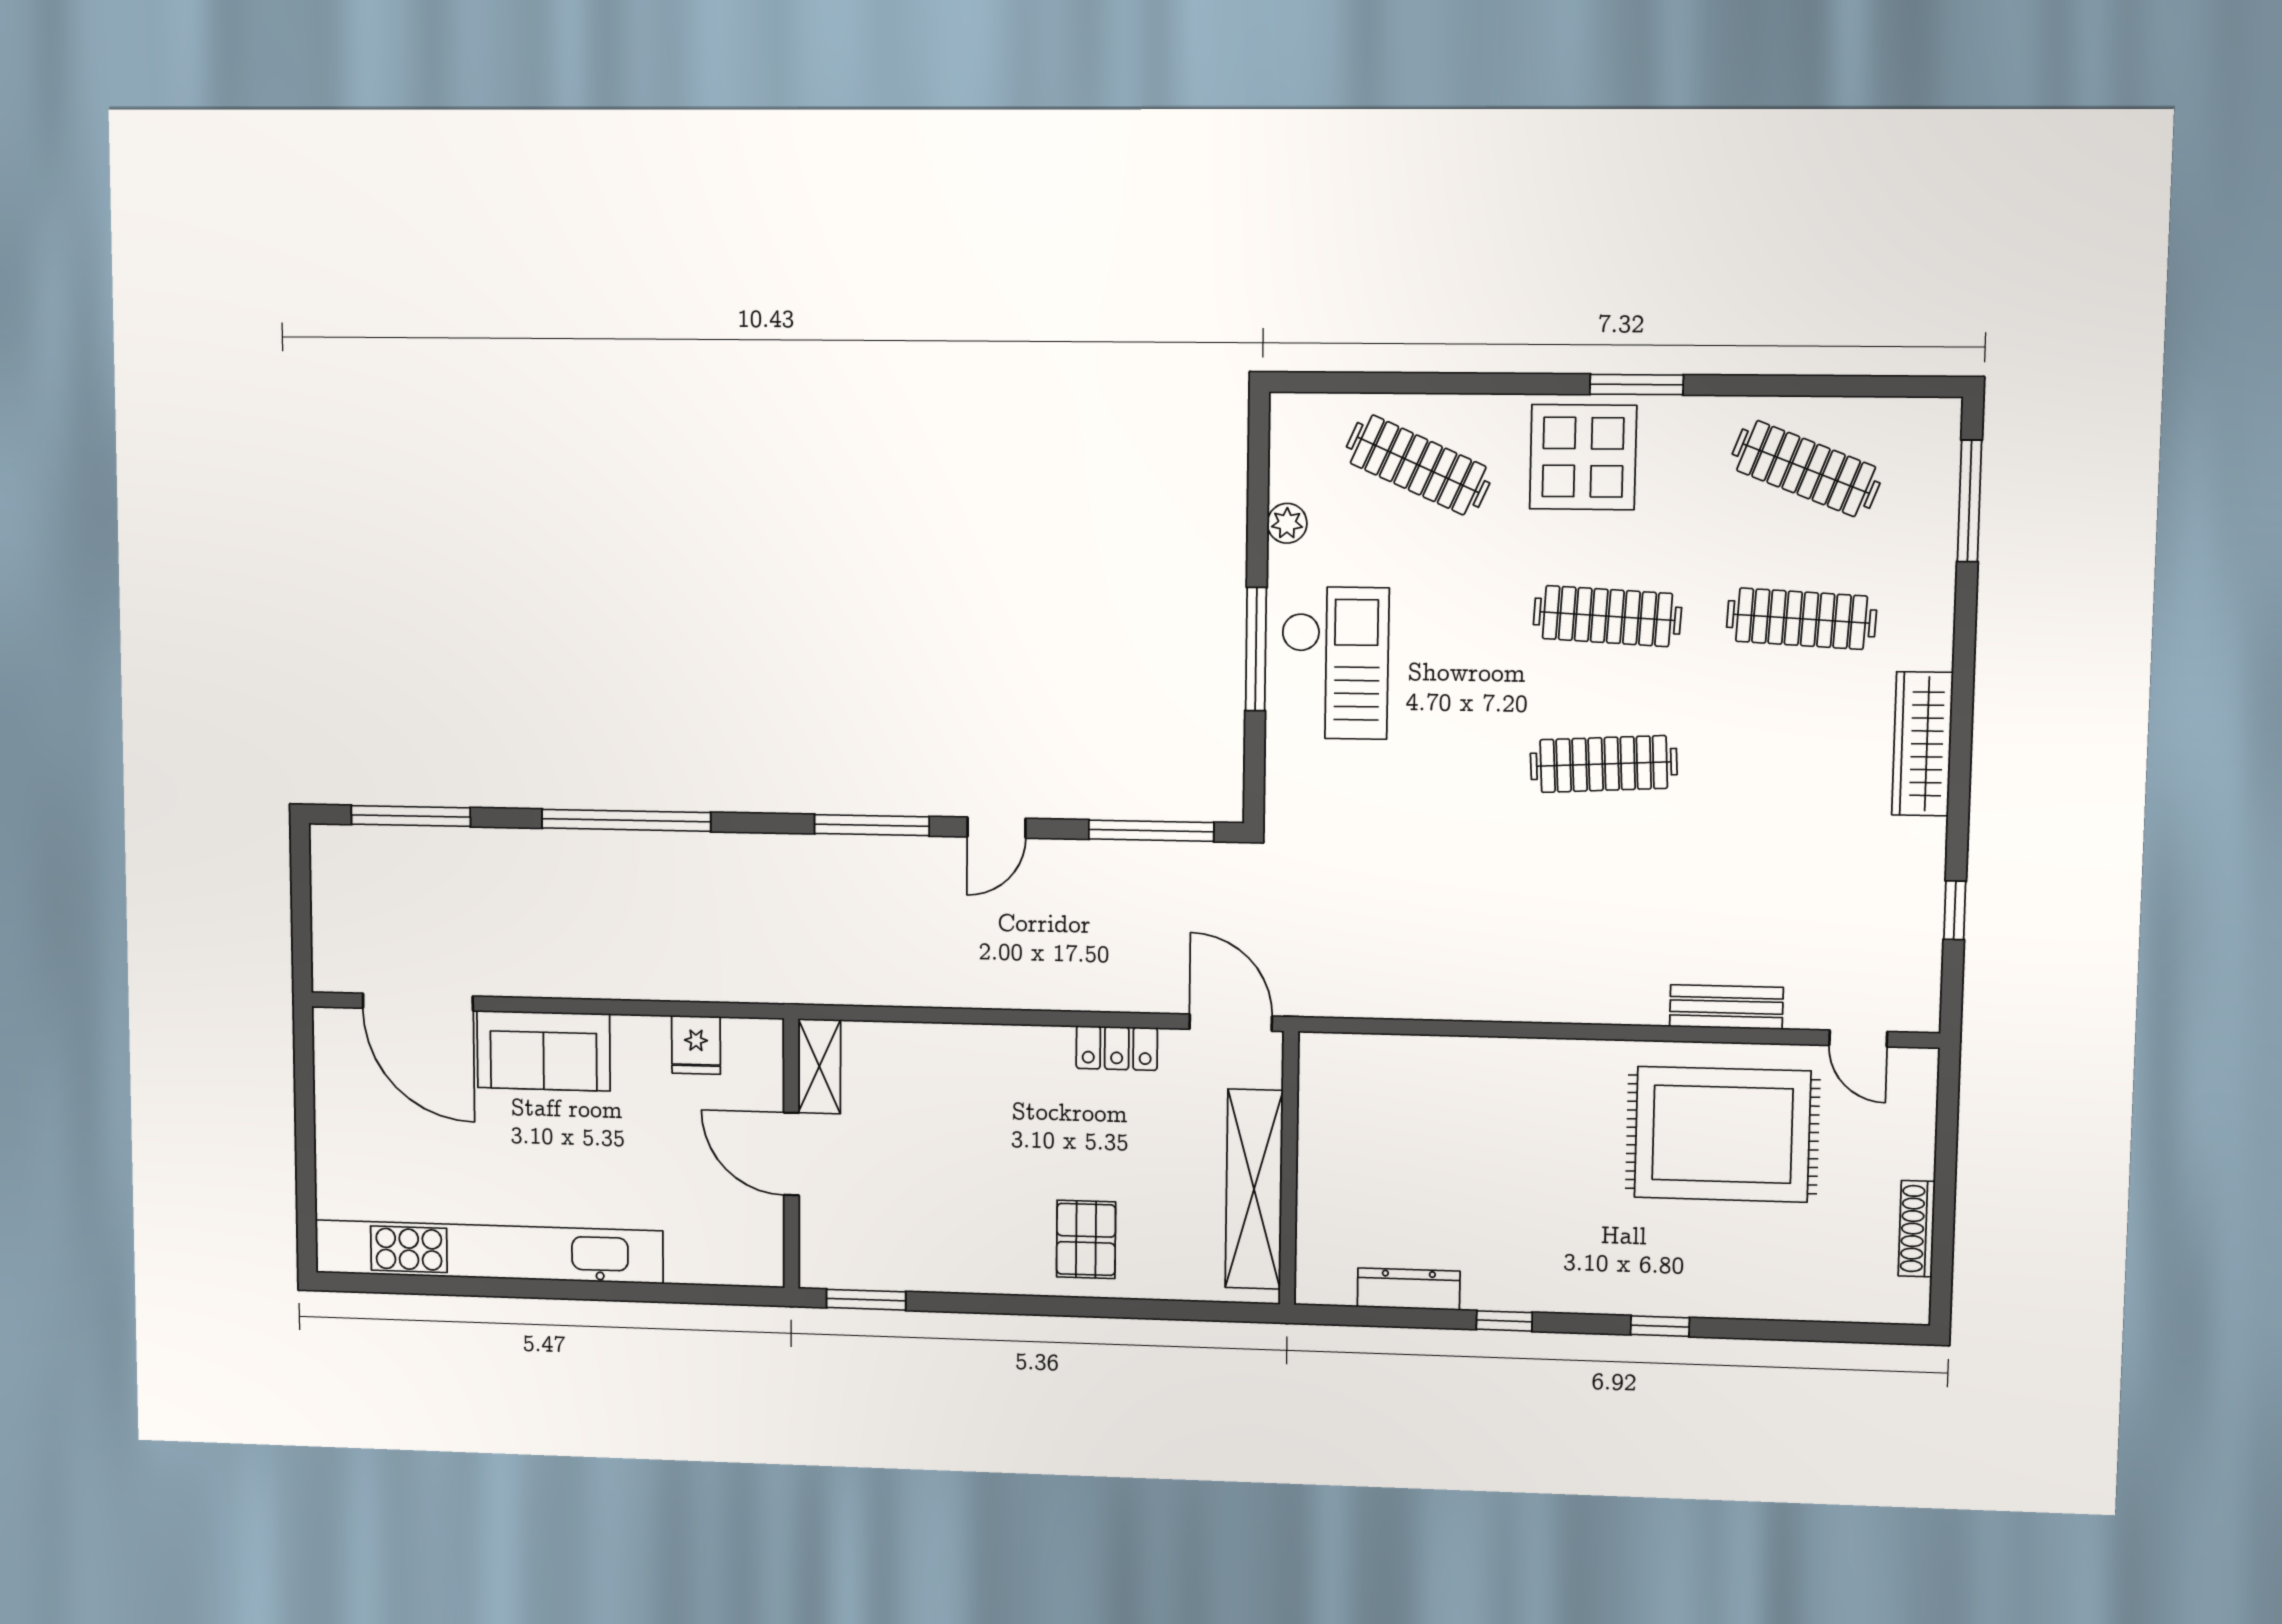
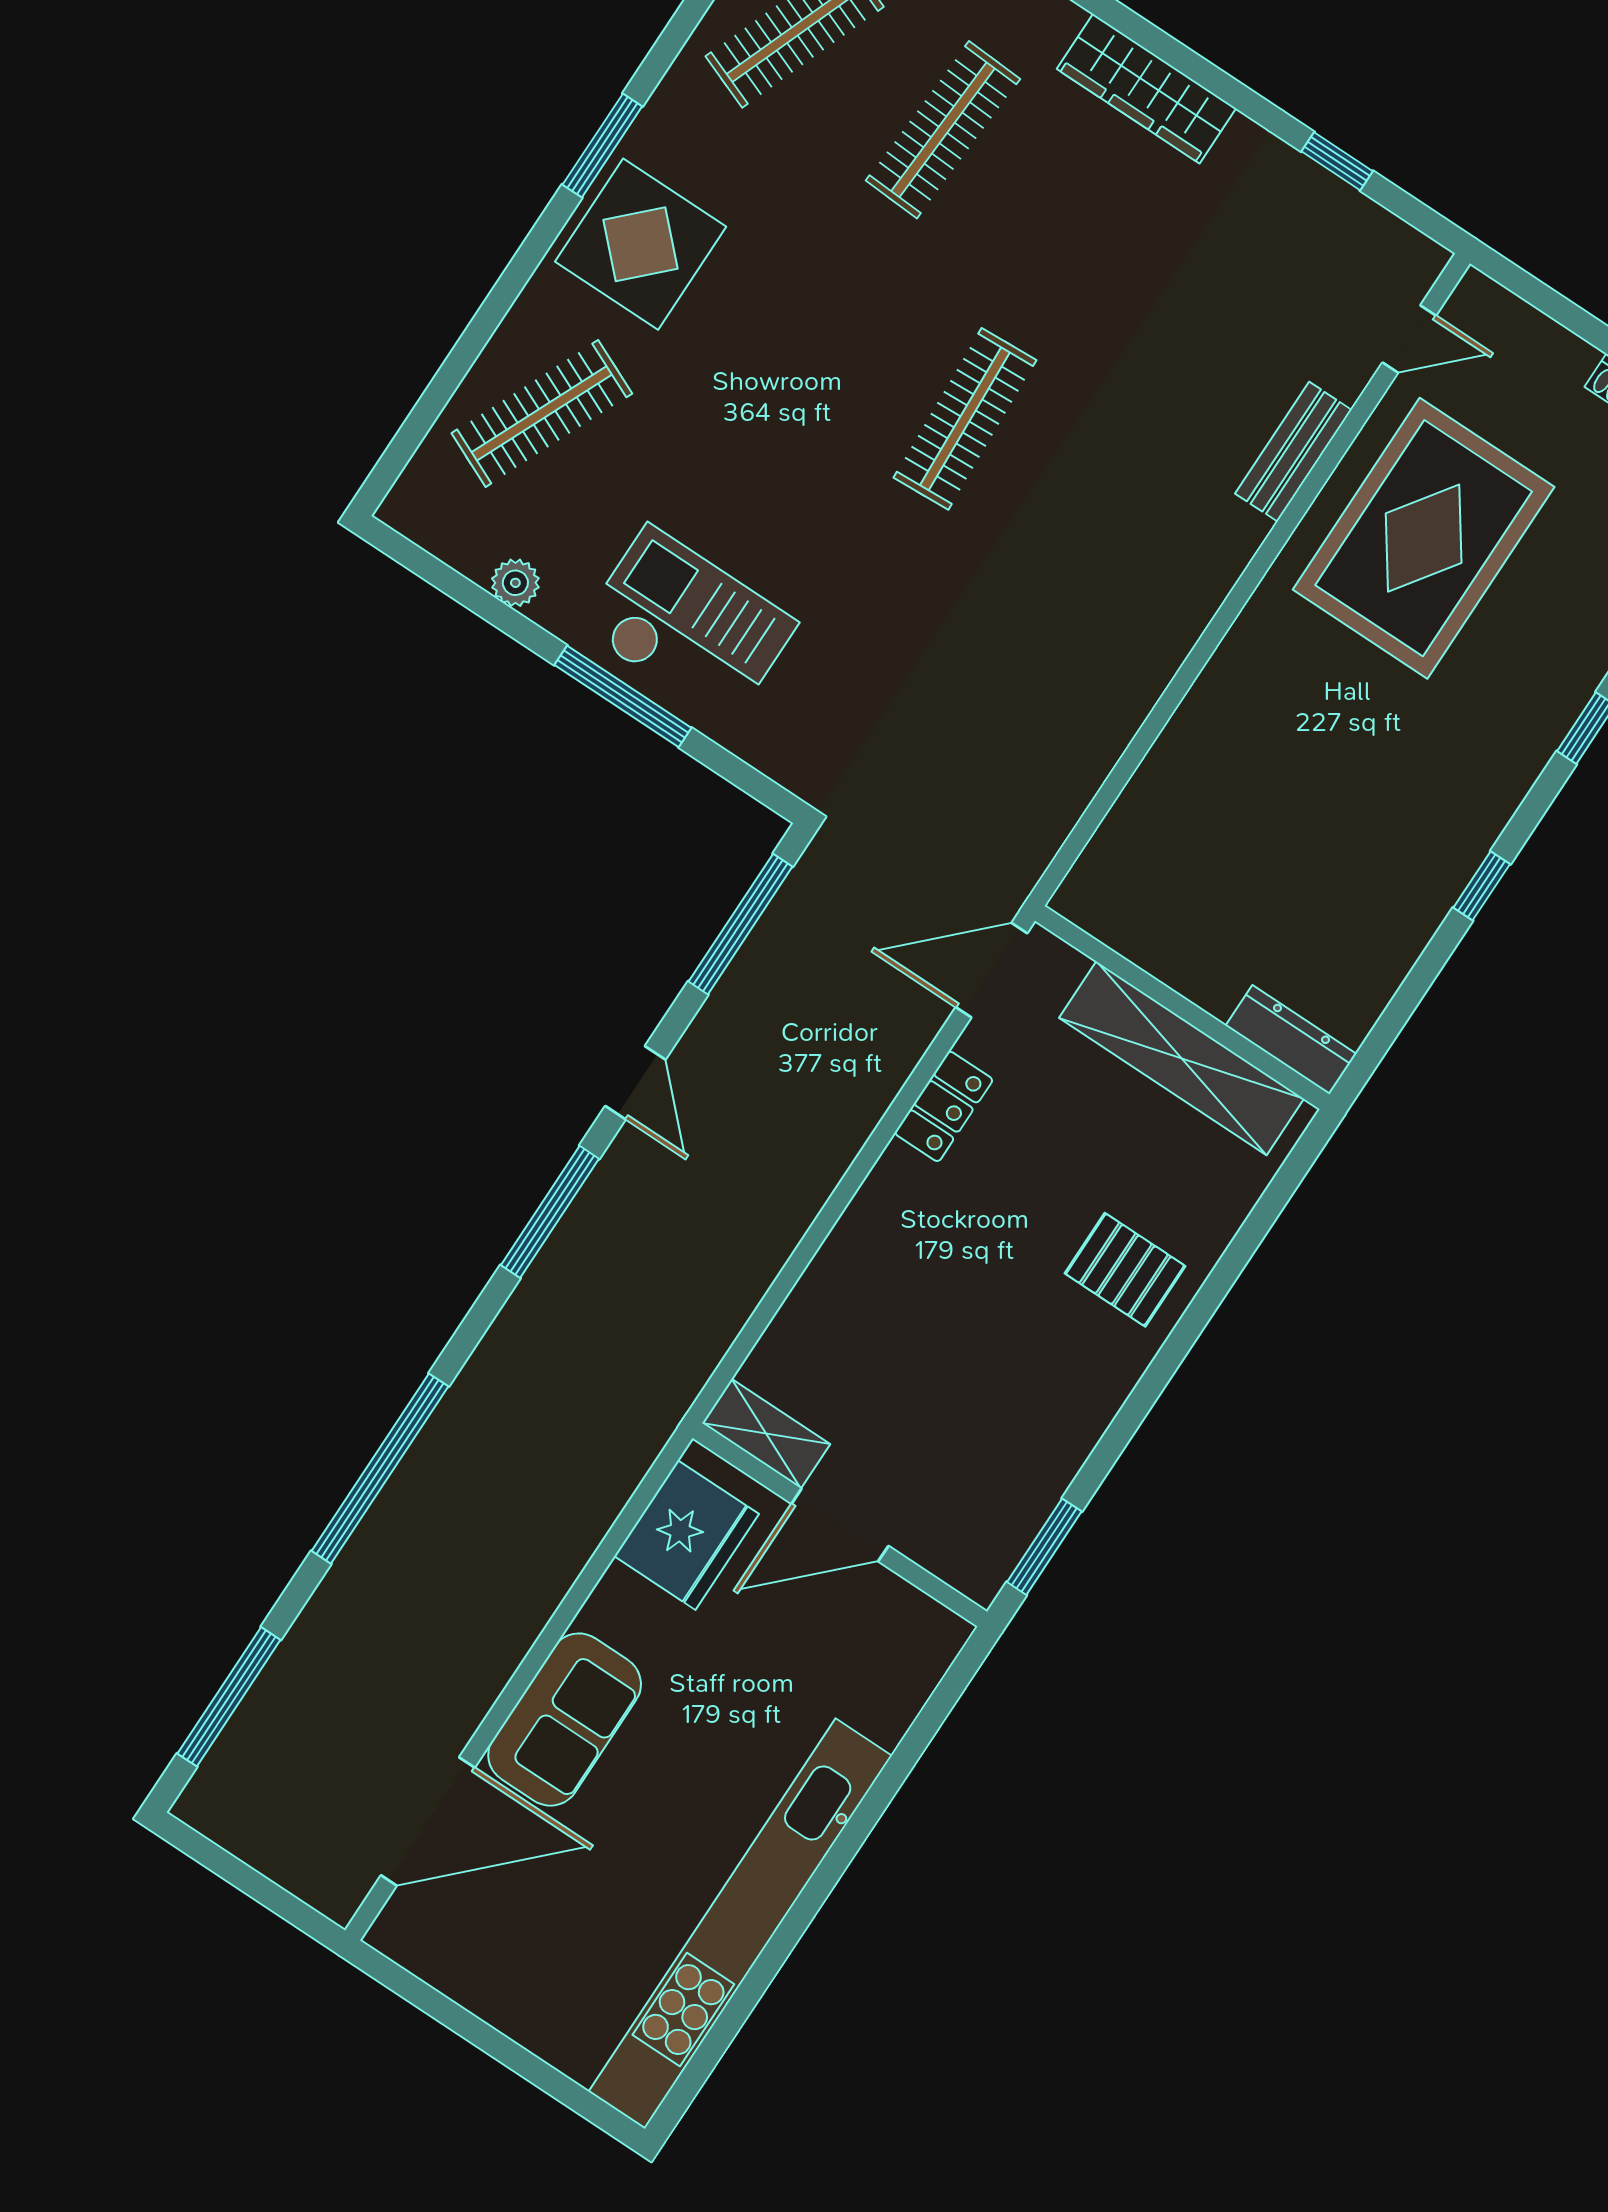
clothes rail: (1607, 616) -> (817, 321), removed
fridge: (696, 1045) -> (687, 1535), width x1.88, depth x1.34
dresser: (1409, 1289) -> (1291, 1040), moved, turned 90

